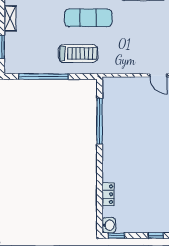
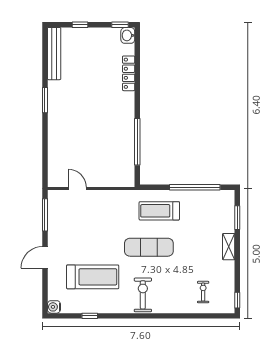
locker: (108, 194) -> (129, 73), width x1.53

